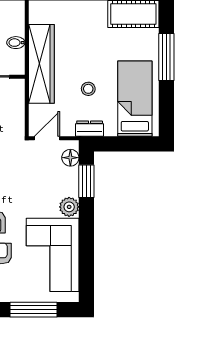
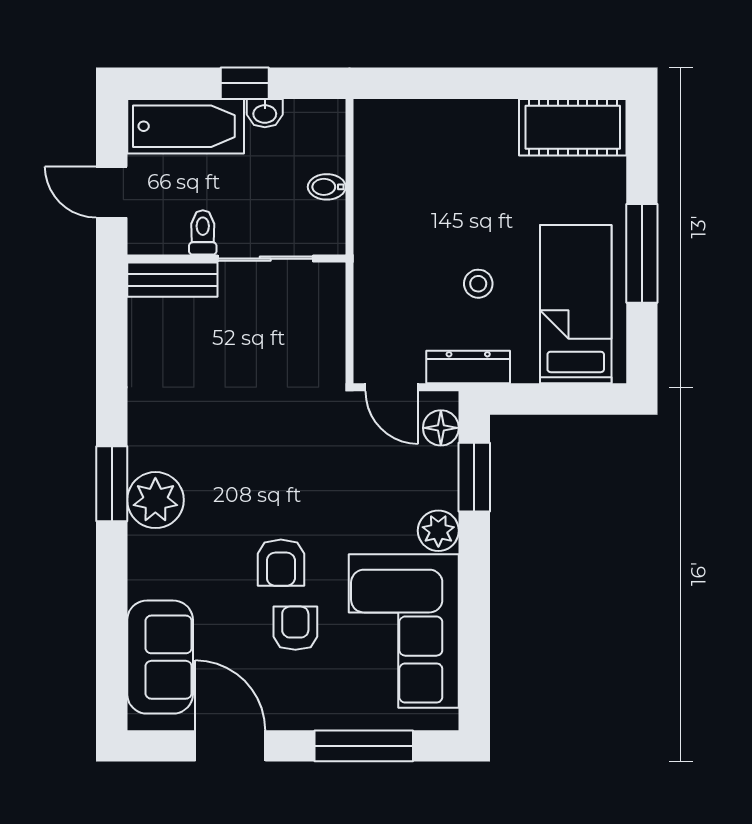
window: (166, 57) -> (642, 253), moved
wardrobe: (41, 64) -> (380, 232), removed
dresser: (90, 129) -> (468, 367), width x1.44
door: (47, 138) -> (392, 387), swing flipped

